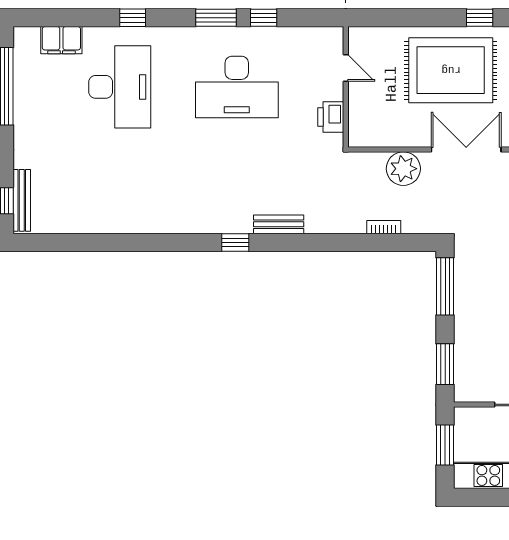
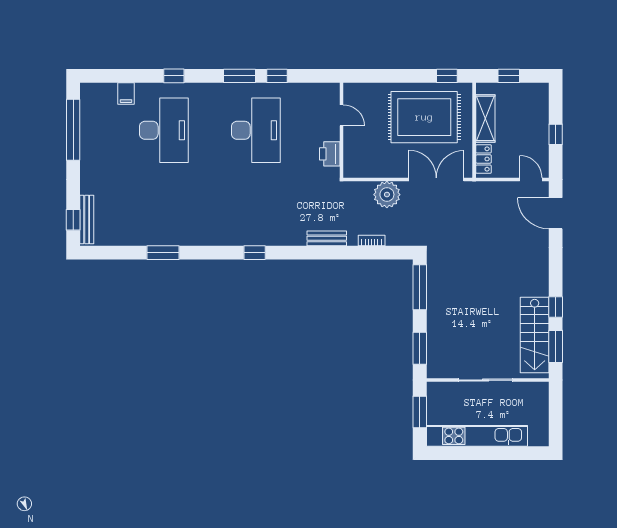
filing cabinet: (61, 40) -> (126, 93), width x0.50
desk: (237, 87) -> (256, 130), turned -90
bench: (279, 224) -> (327, 238), moved
window: (119, 242) -> (163, 253), added

